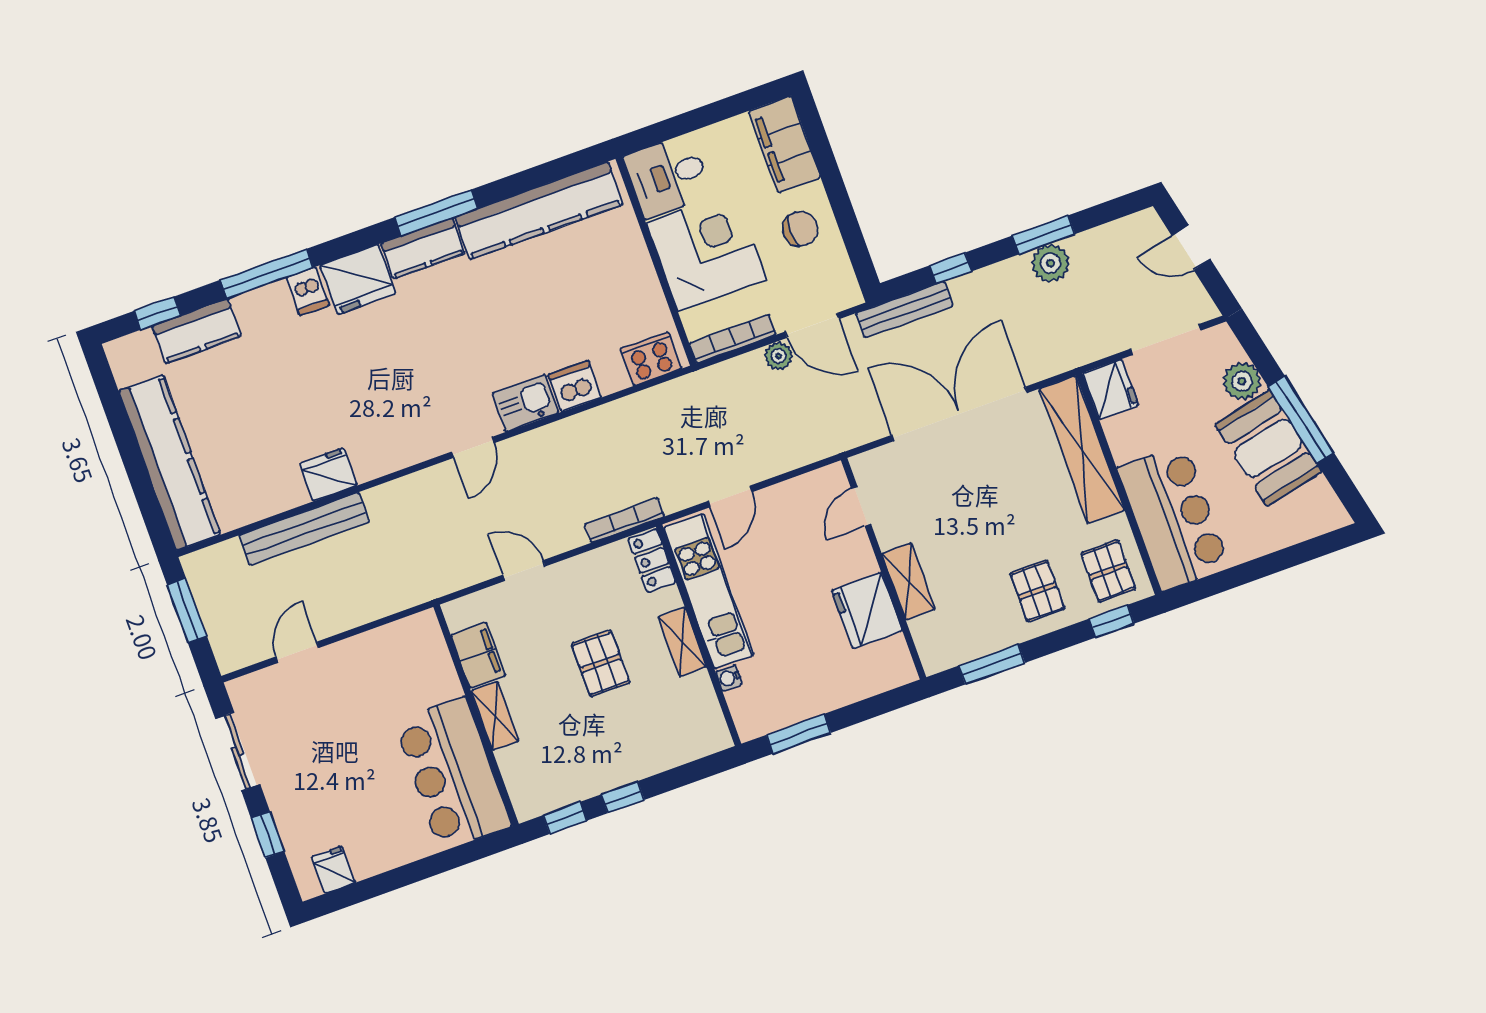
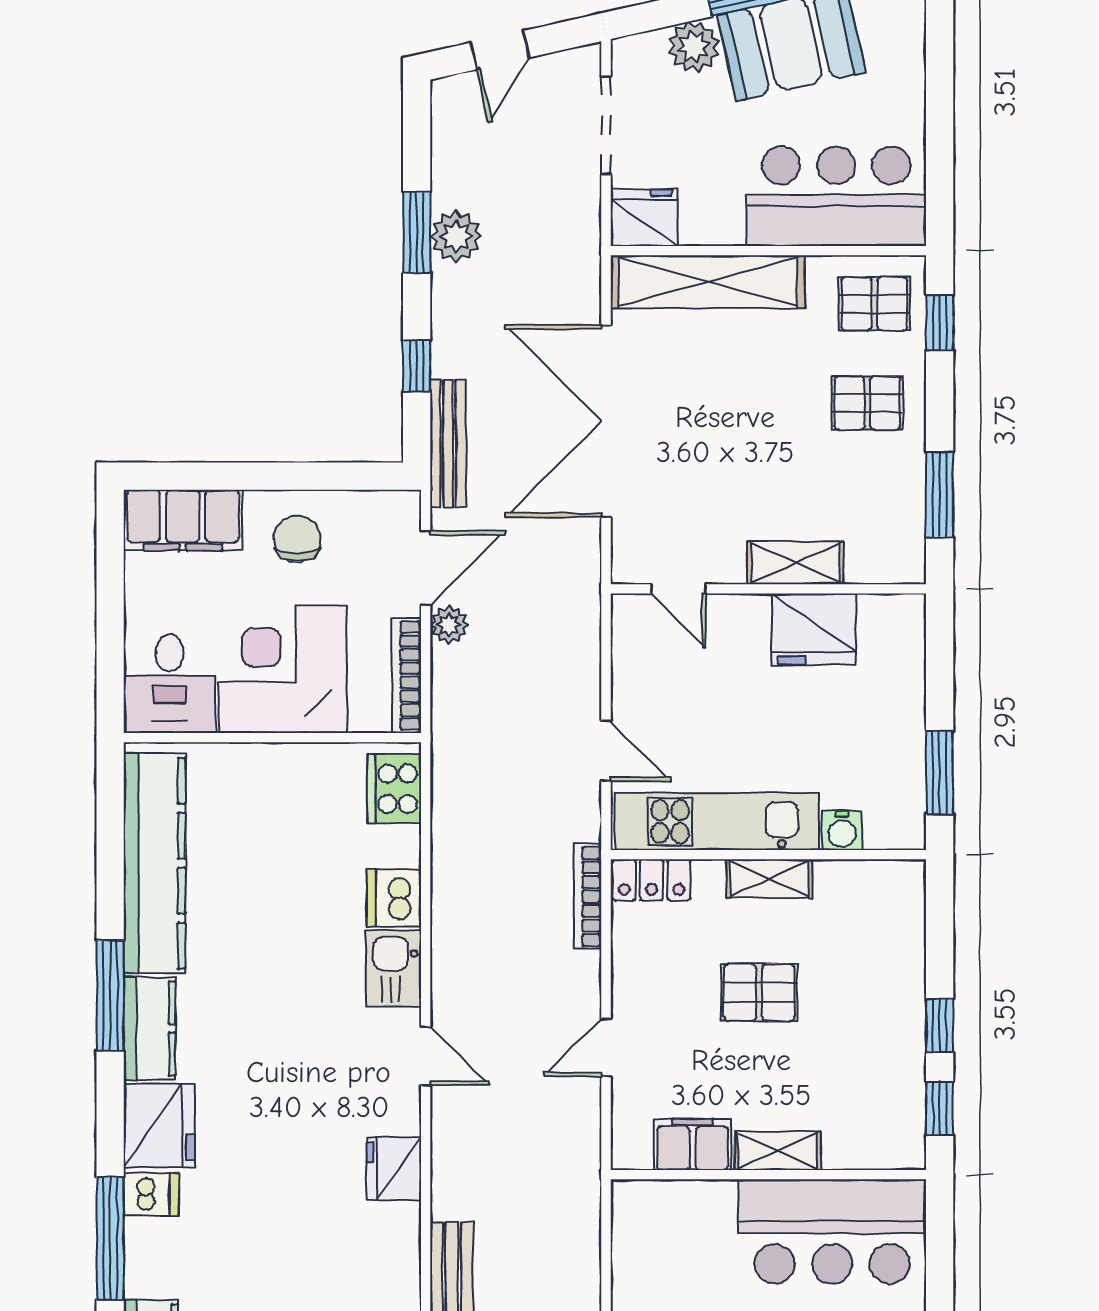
fridge: (328, 475) -> (394, 1169), moved
water cooler: (729, 678) -> (842, 830), width x1.38, depth x1.38

